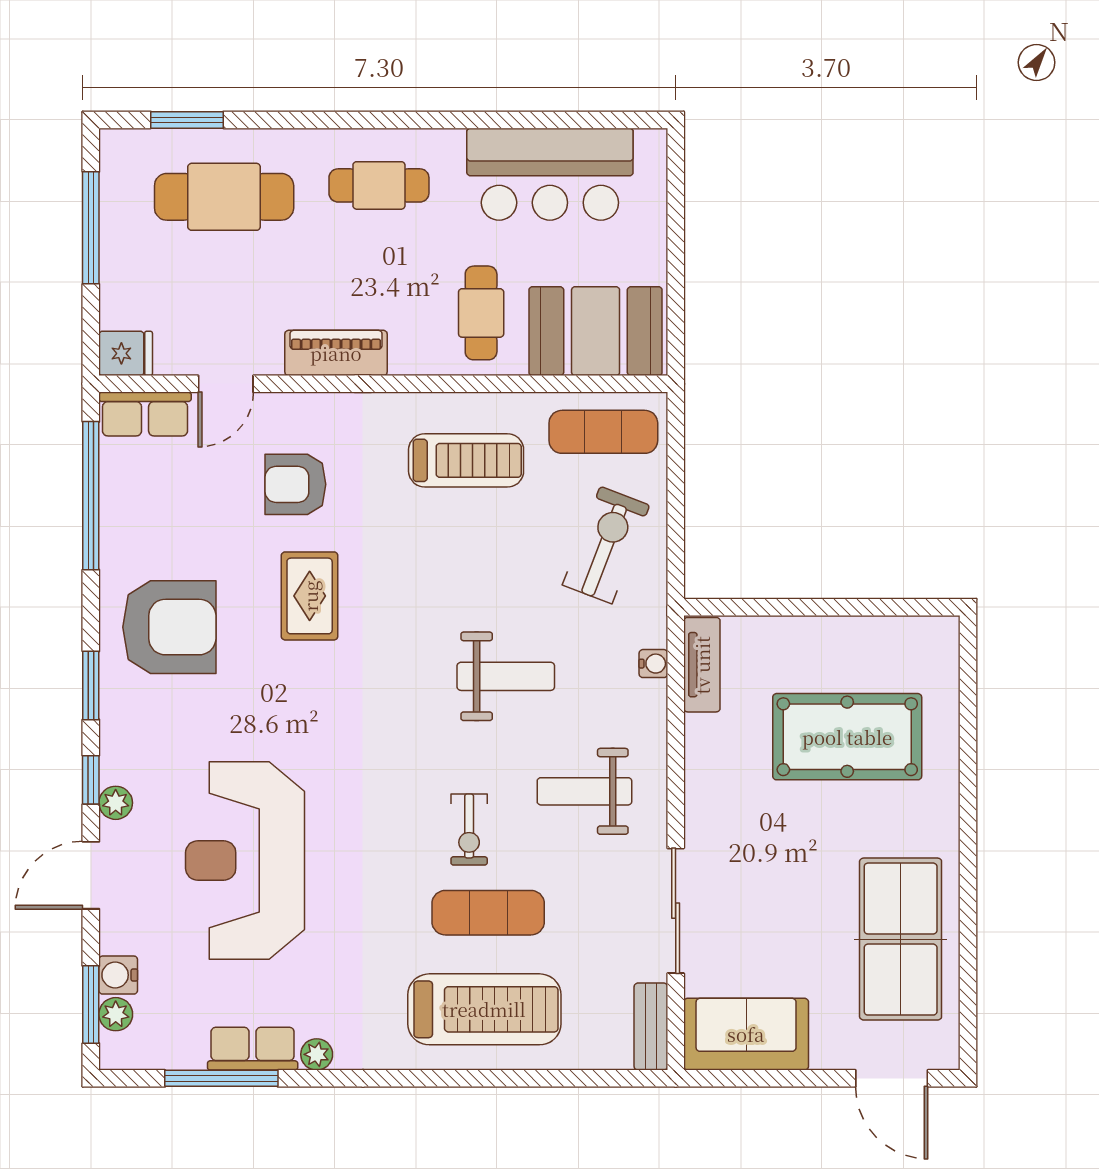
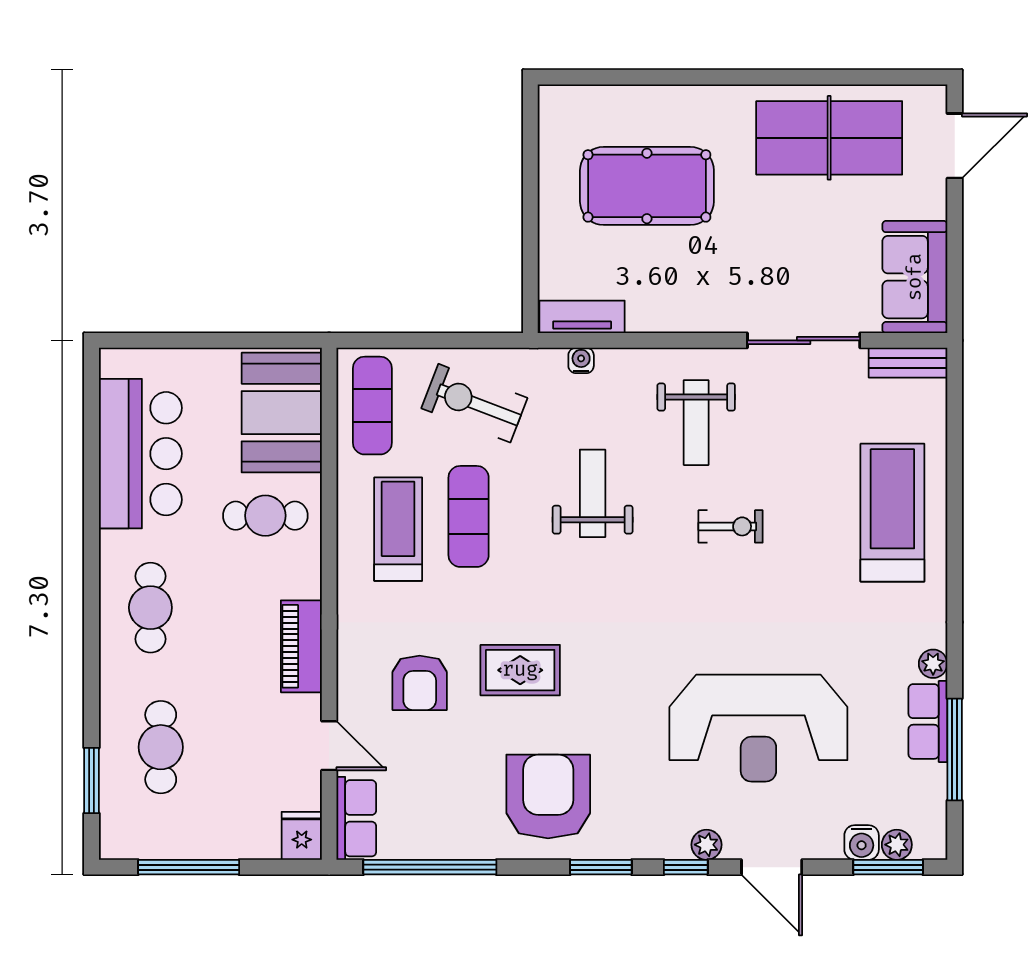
cafe table: (224, 197) -> (161, 747), width x0.73, depth x0.74
pool table: (847, 737) -> (647, 186), turned 90
exercise mat: (488, 913) -> (469, 516), moved

